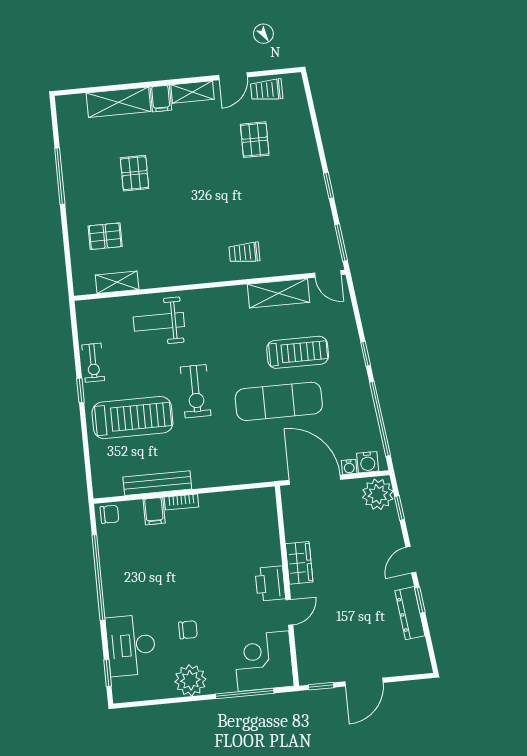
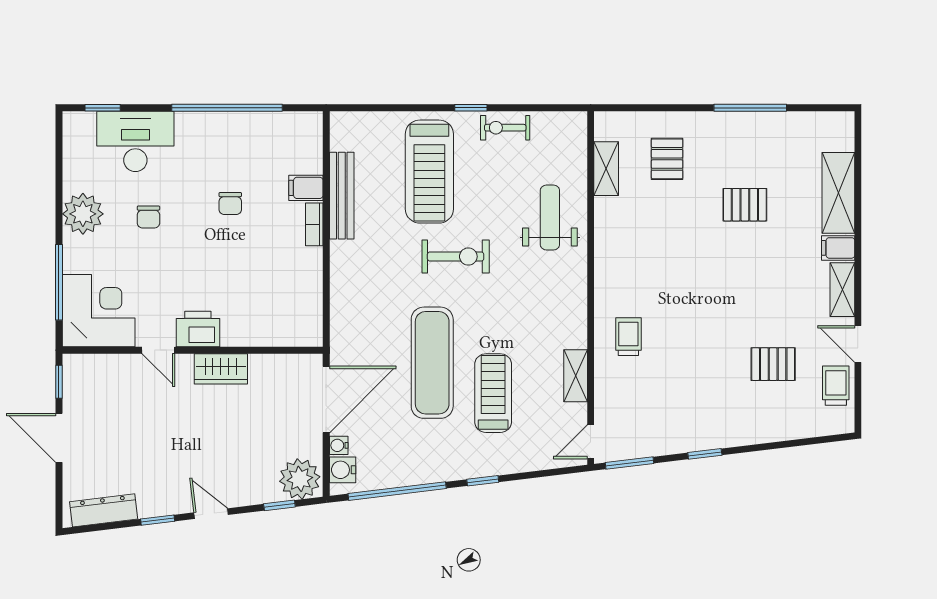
shelving: (279, 293) -> (576, 376), width x0.67, depth x0.75
treadmill: (298, 352) -> (493, 393), turned 180
exercise bike: (196, 391) -> (456, 257), turned 180
chair: (110, 514) -> (230, 203), moved
dresser: (410, 613) -> (104, 510), moved

